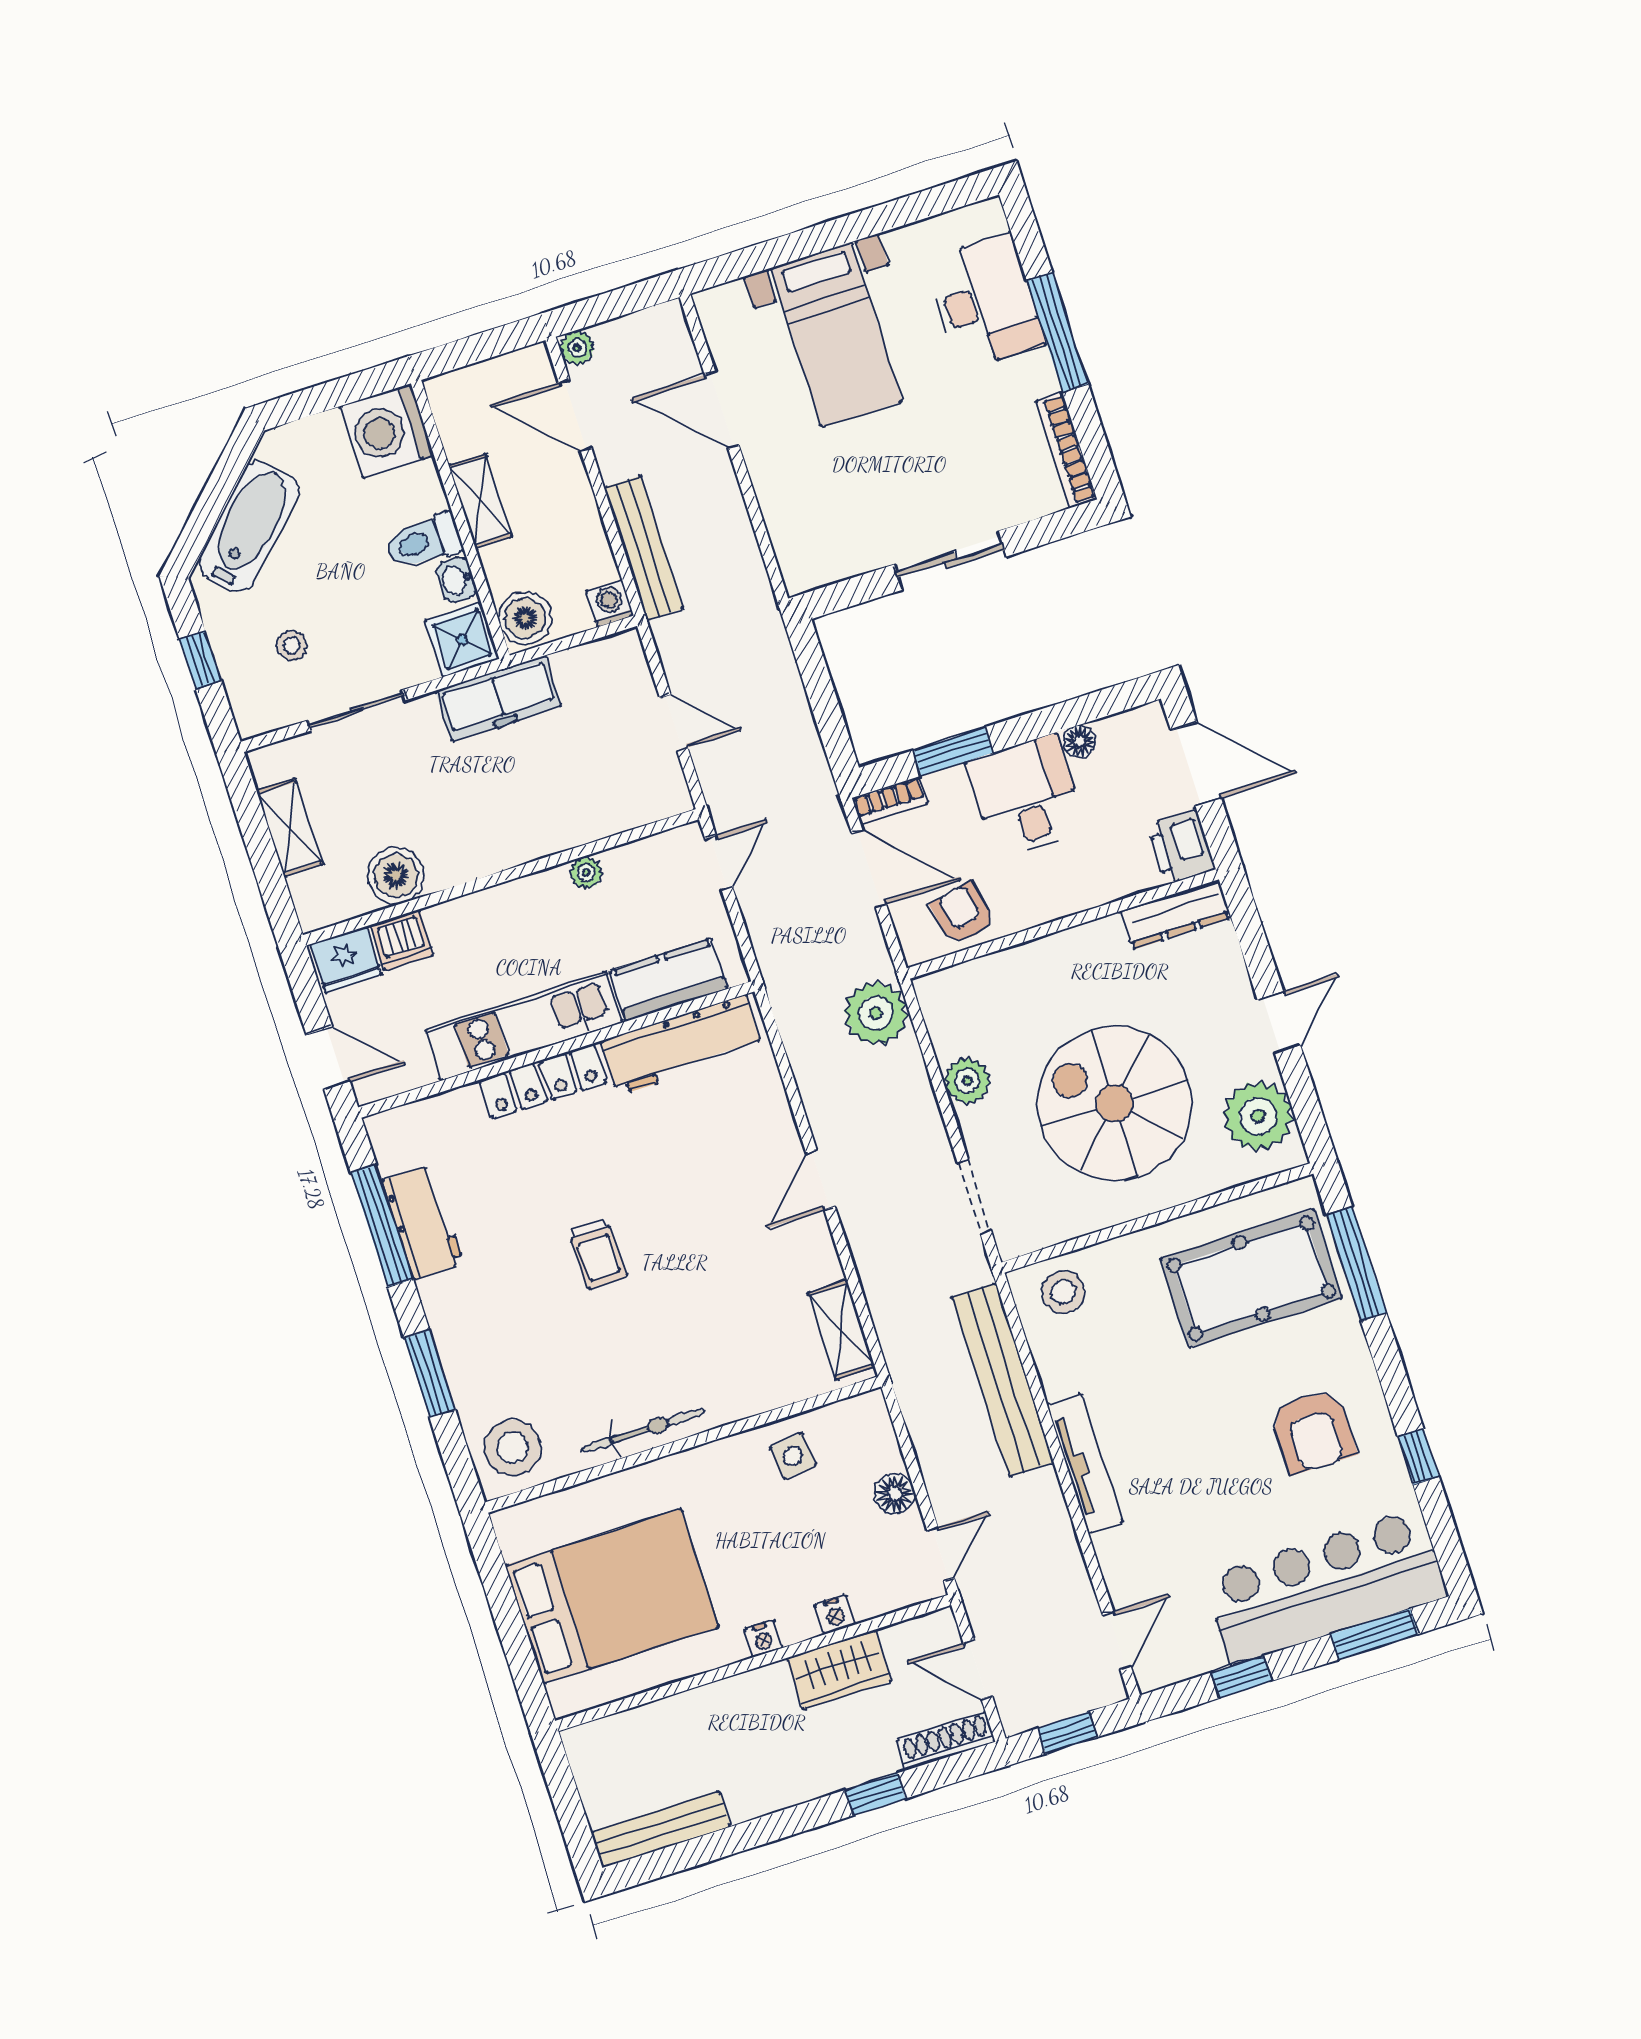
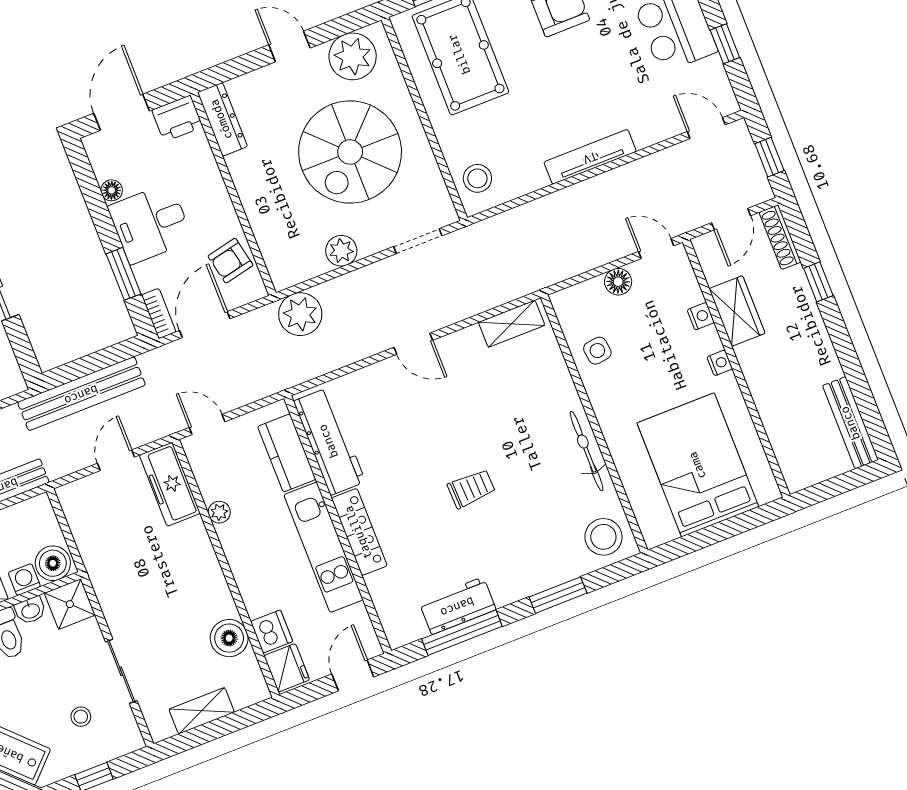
washing machine: (610, 603) -> (24, 580), moved, turned 90
freezer: (499, 699) -> (170, 484), moved, turned 180
bench: (1003, 1380) -> (81, 394), moved

